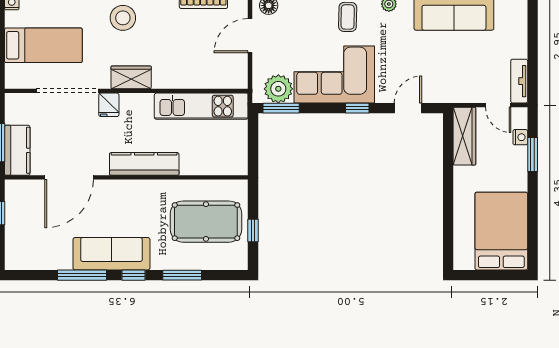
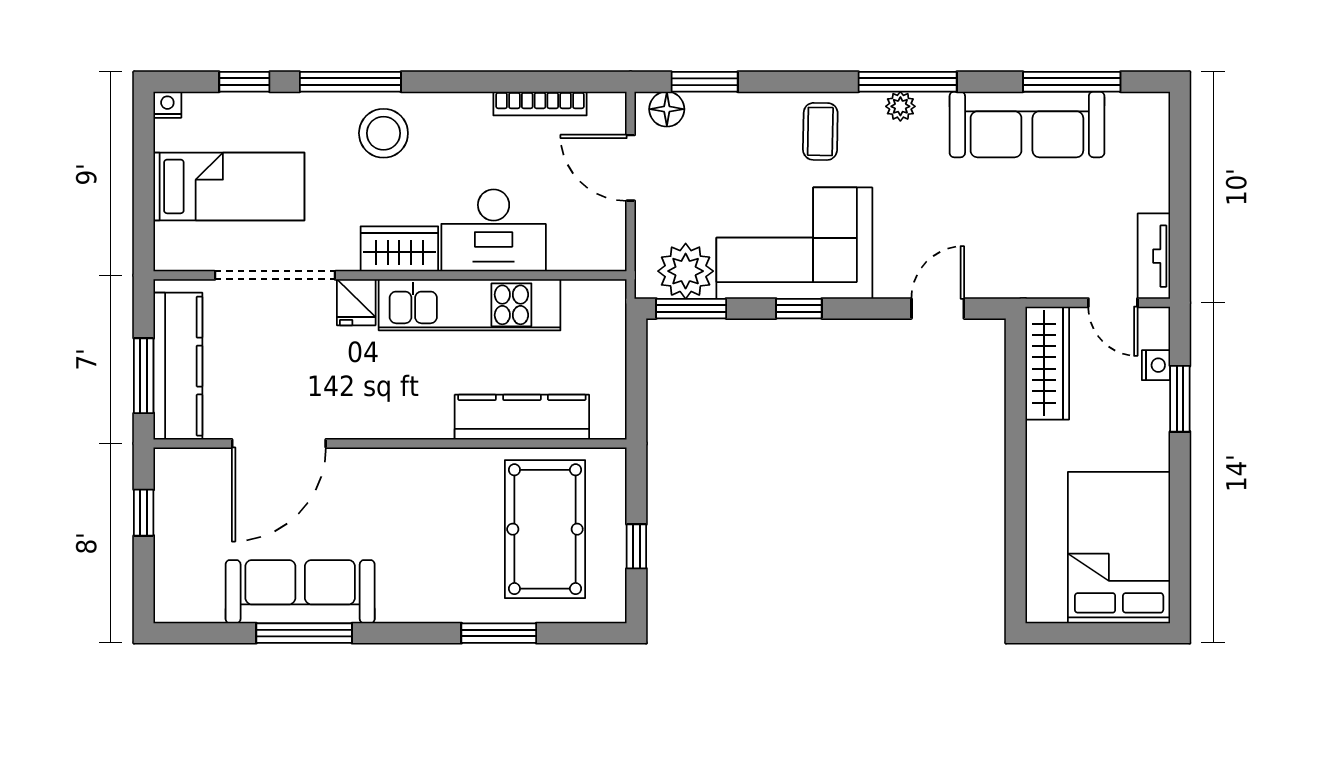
door: (250, 36) -> (631, 168), hinge flipped
desk: (180, 68) -> (494, 230), added
kitchen unit: (201, 106) -> (470, 305), moved
window: (357, 108) -> (799, 309), moved
kitchen counter: (17, 150) -> (178, 366), width x1.50
kitchen counter: (144, 164) -> (522, 417), moved
pool table: (206, 222) -> (545, 529), turned 90
sofa: (111, 254) -> (300, 592), moved
window: (134, 275) -> (404, 633), removed

